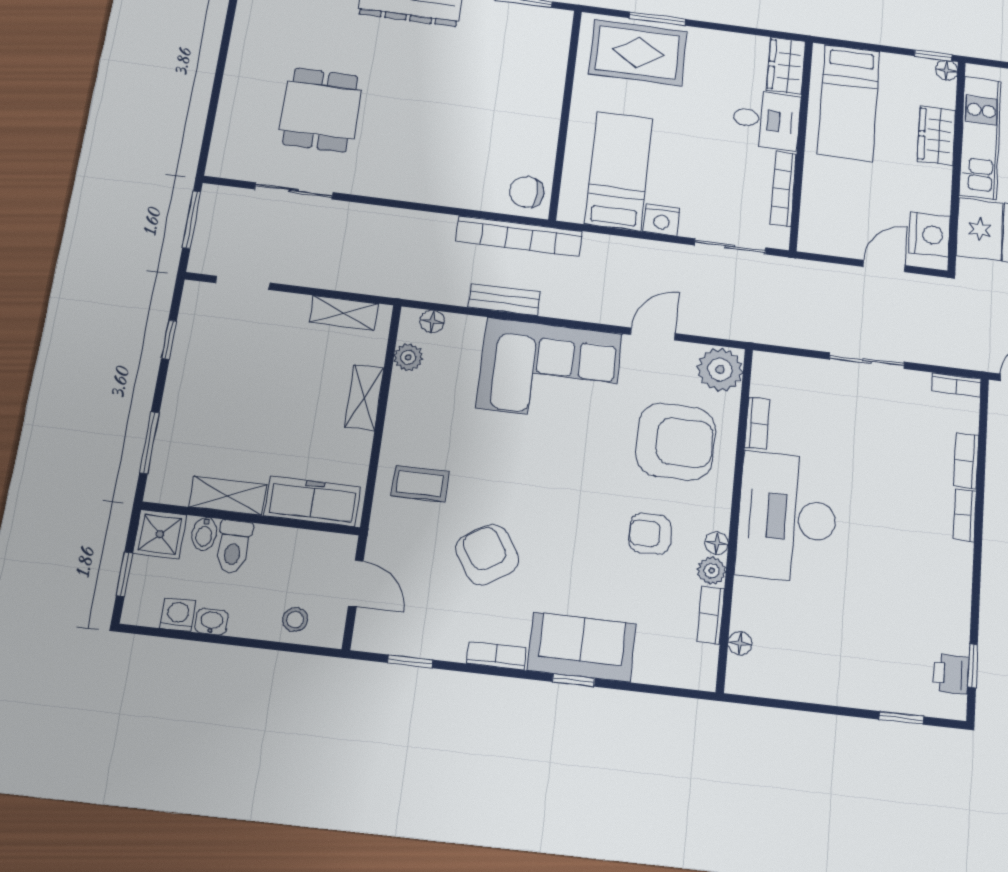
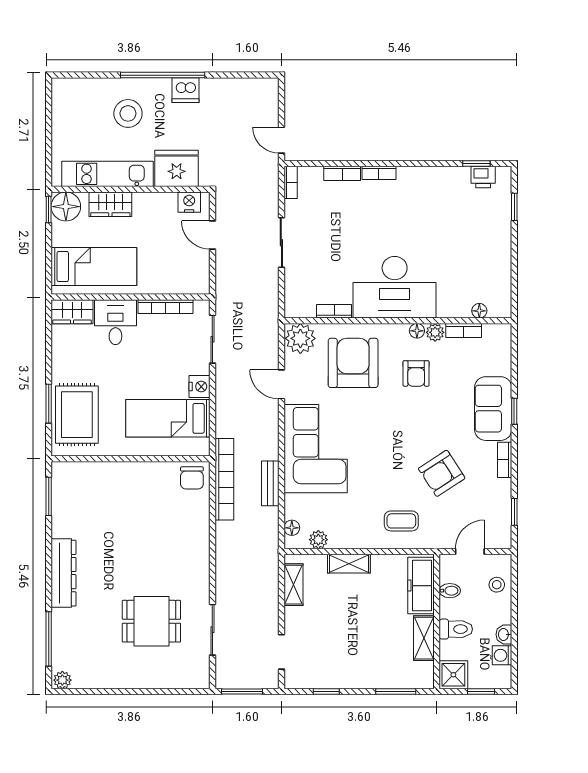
floor lamp: (947, 70) -> (66, 207), width x1.89, depth x1.89
nightstand: (929, 234) -> (189, 202), width x0.74, depth x0.75
coffee table: (420, 484) -> (401, 521), turned 90
bidet: (204, 534) -> (450, 591), moved

